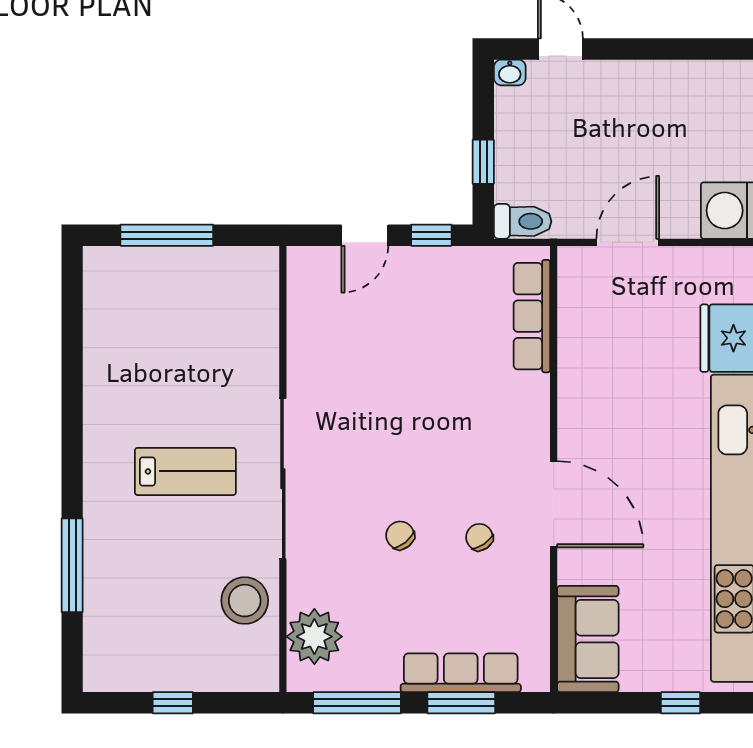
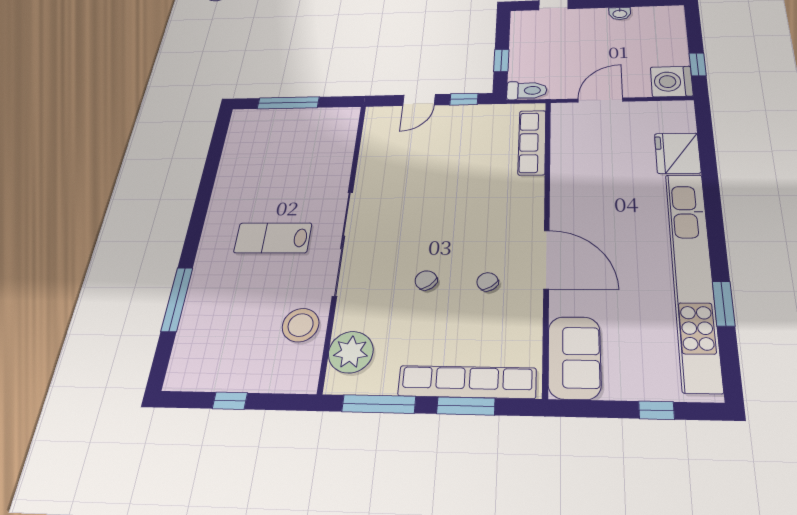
washbasin: (510, 72) -> (620, 14), moved
lab bench: (185, 471) -> (273, 238), turned 180
row of seats: (461, 673) -> (467, 382), width x1.36

